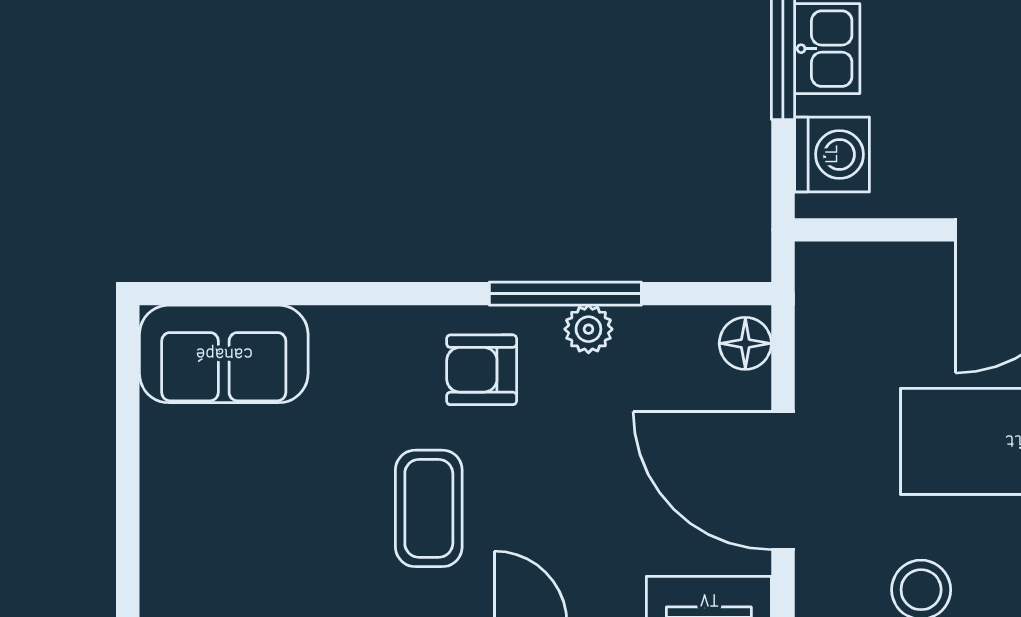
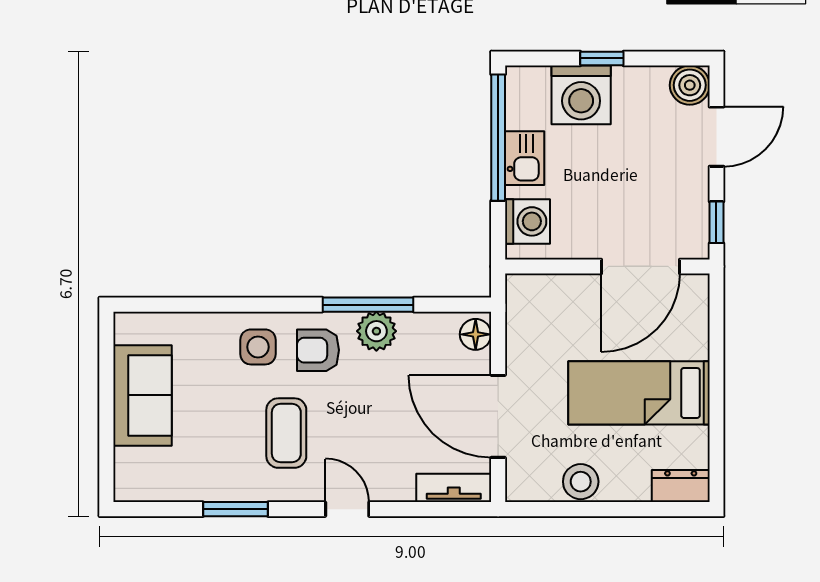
plant: (588, 329) -> (376, 331), width x1.38, depth x1.38
sofa: (224, 354) -> (142, 395), moved, turned -90
side table: (381, 364) -> (258, 347), added

